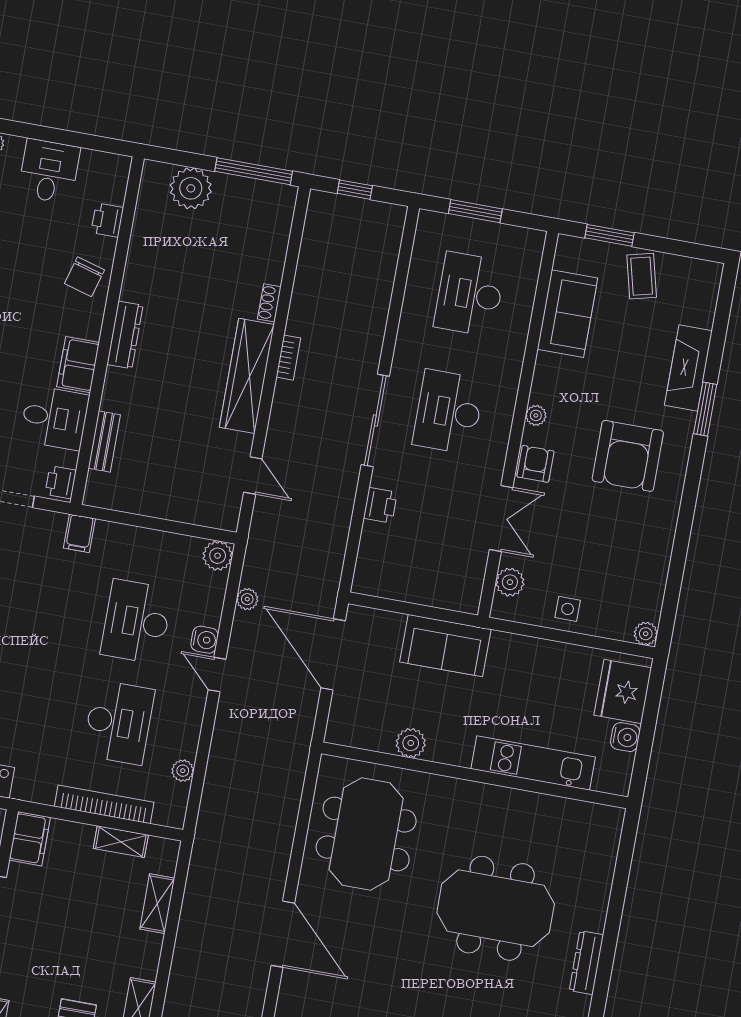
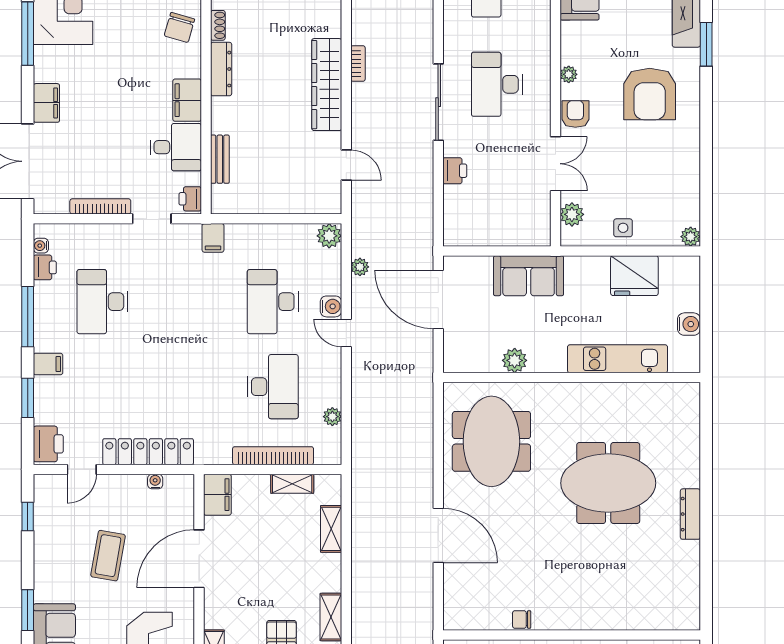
shoe rack: (269, 303) -> (218, 25), moved, turned 180
fridge: (623, 692) -> (634, 276), moved, turned -90

